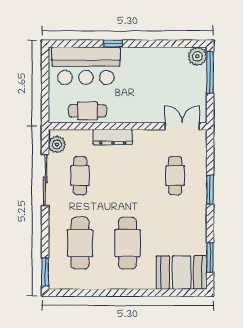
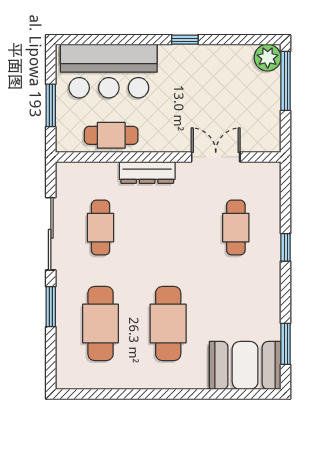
window: (113, 44) -> (185, 40), moved
window: (45, 90) -> (51, 105), added
double door: (182, 126) -> (216, 157), moved
plant: (57, 144) -> (68, 183), removed
window: (210, 190) -> (286, 247), width x0.67
window: (45, 272) -> (51, 307), moved

